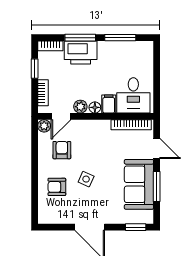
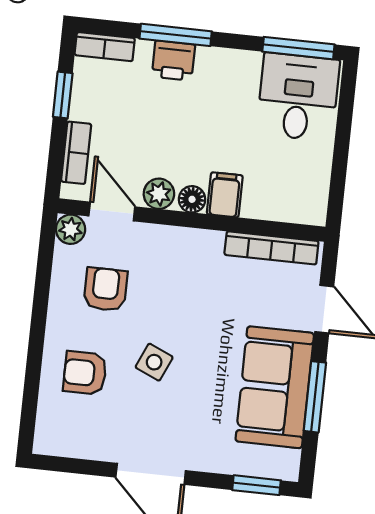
window: (120, 38) -> (298, 48), moved
printer: (81, 53) -> (173, 61), width x0.53, depth x0.68
desk: (133, 95) -> (298, 97), moved, turned 180
door: (61, 116) -> (112, 211), swing flipped

